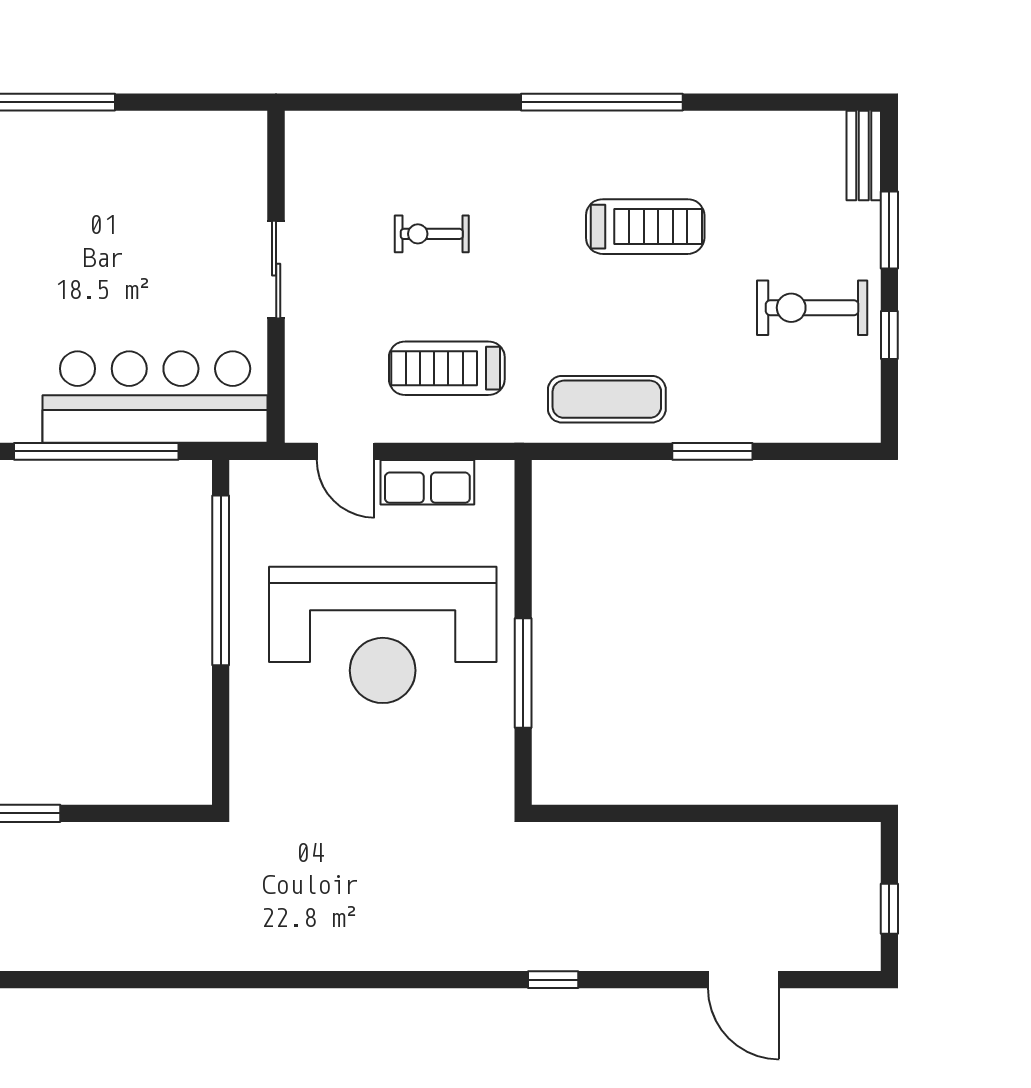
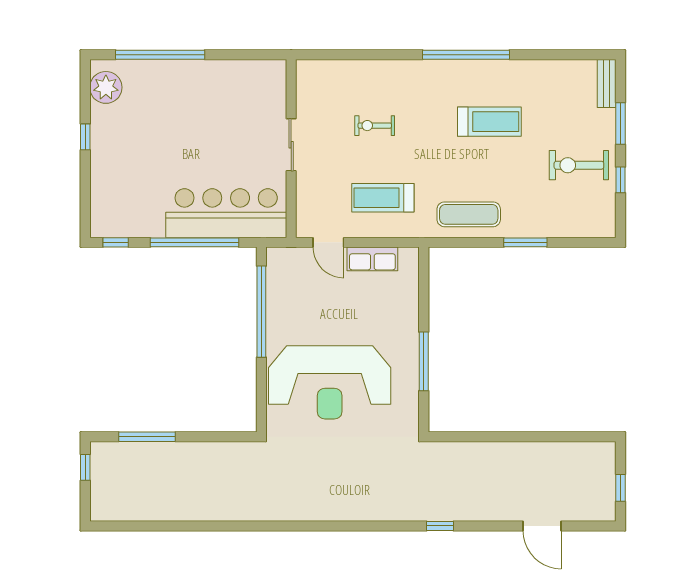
reception desk: (383, 635) -> (330, 382), moved

